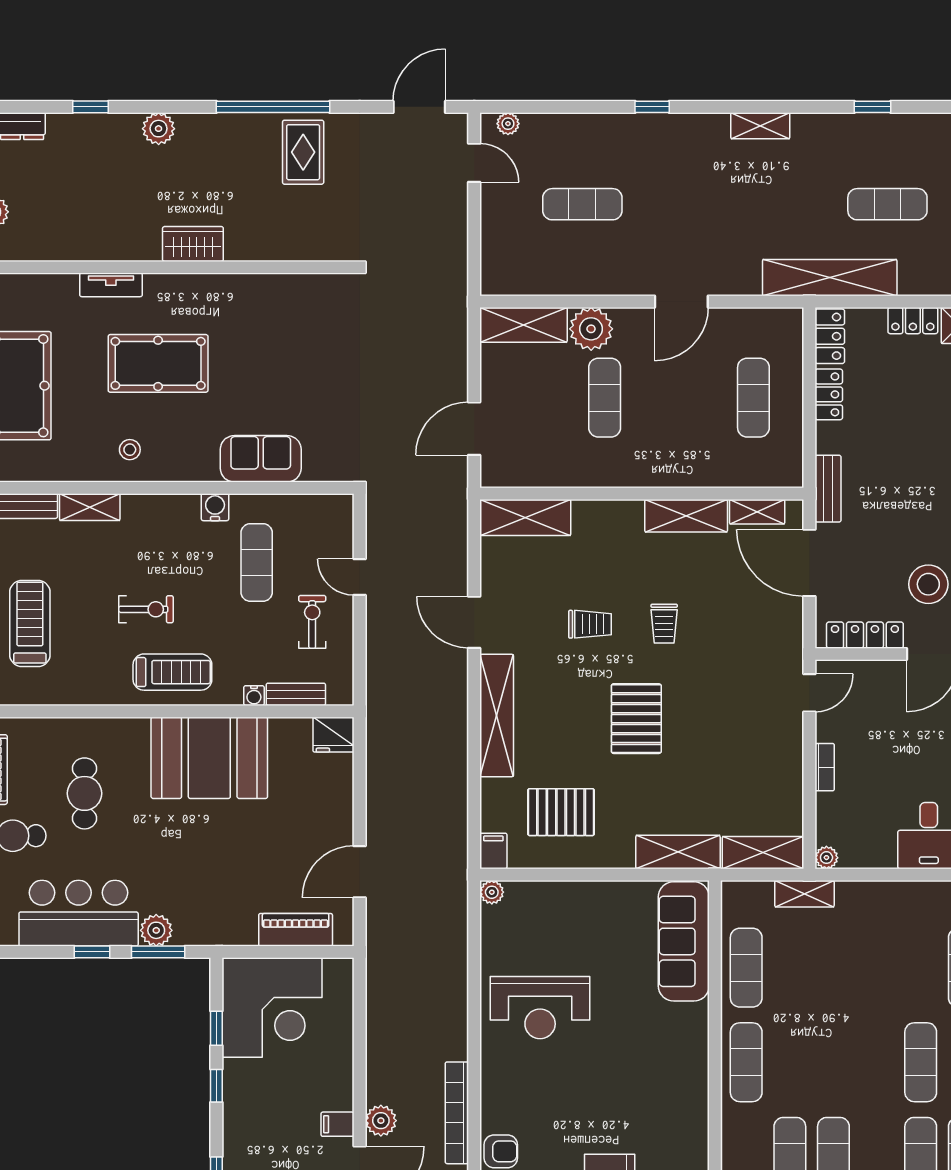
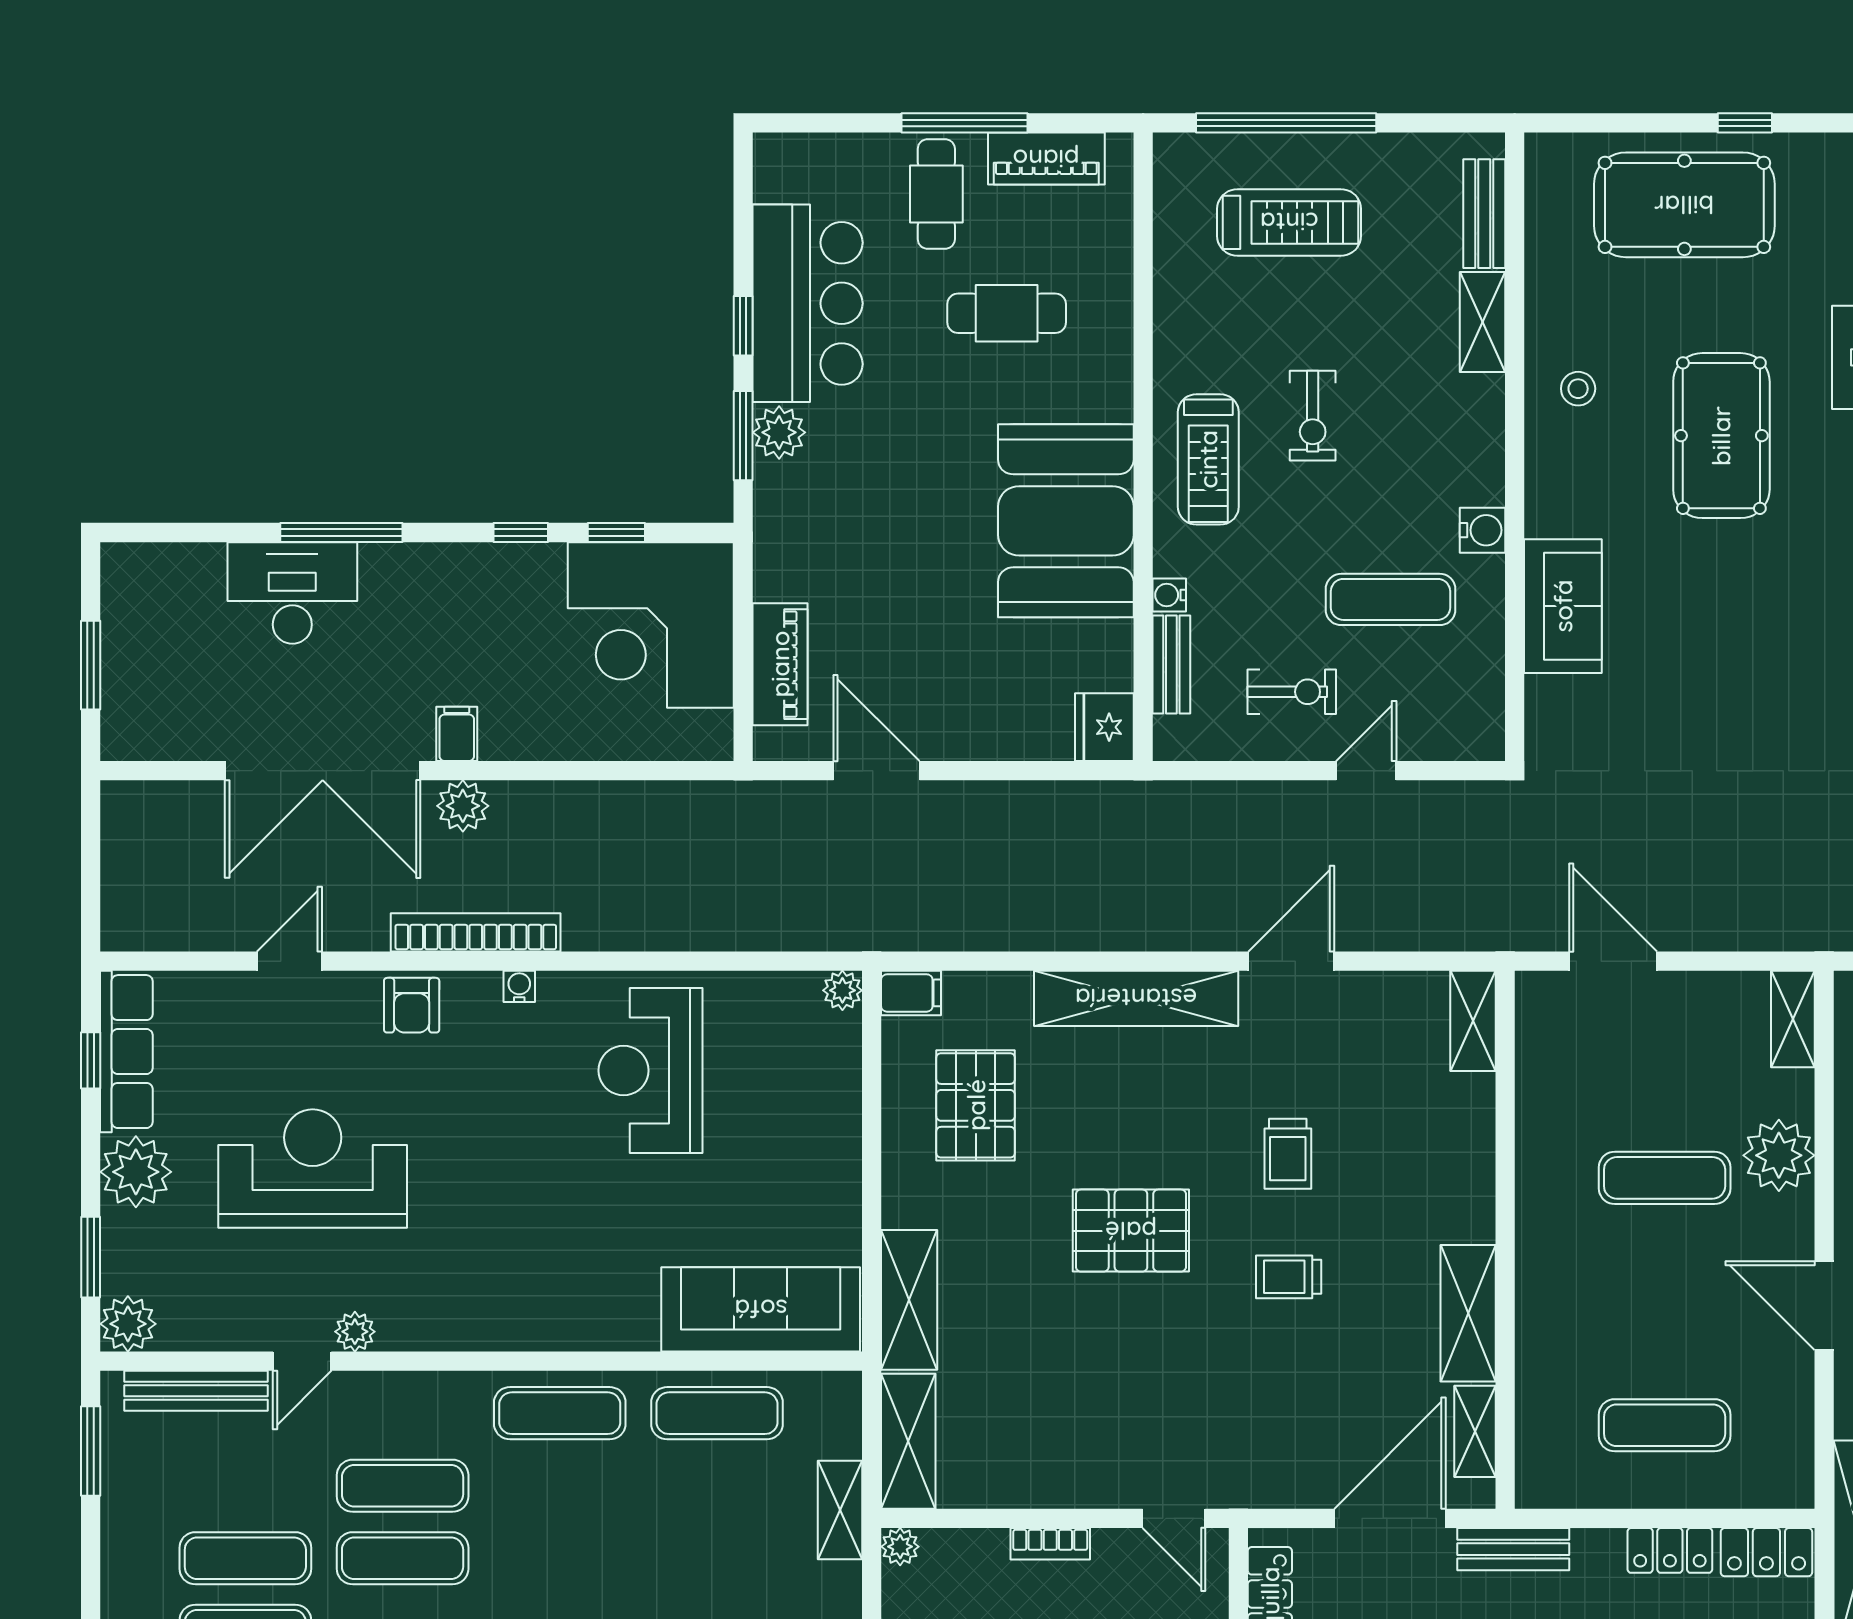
shelving: (524, 325) -> (1793, 1019), width x0.67, depth x0.75
shelving: (525, 517) -> (1473, 1021), width x0.67, depth x0.75
water cooler: (489, 1087) -> (519, 986), added

